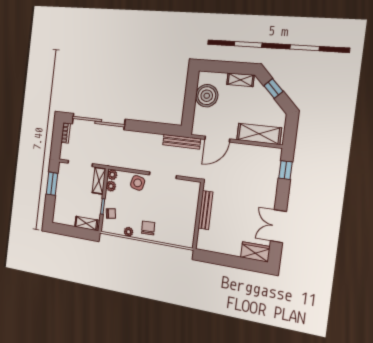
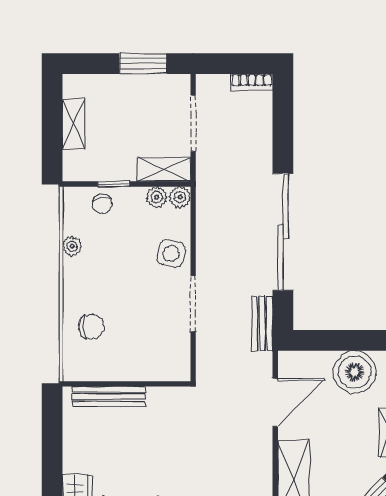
sliding door: (98, 121) -> (283, 232), moved
door: (217, 139) -> (275, 402), swing flipped
bench: (182, 142) -> (262, 323), width x0.73
bench: (205, 210) -> (109, 397), moved
shelving: (86, 223) -> (74, 124), moved
chair: (148, 228) -> (91, 327), moved

